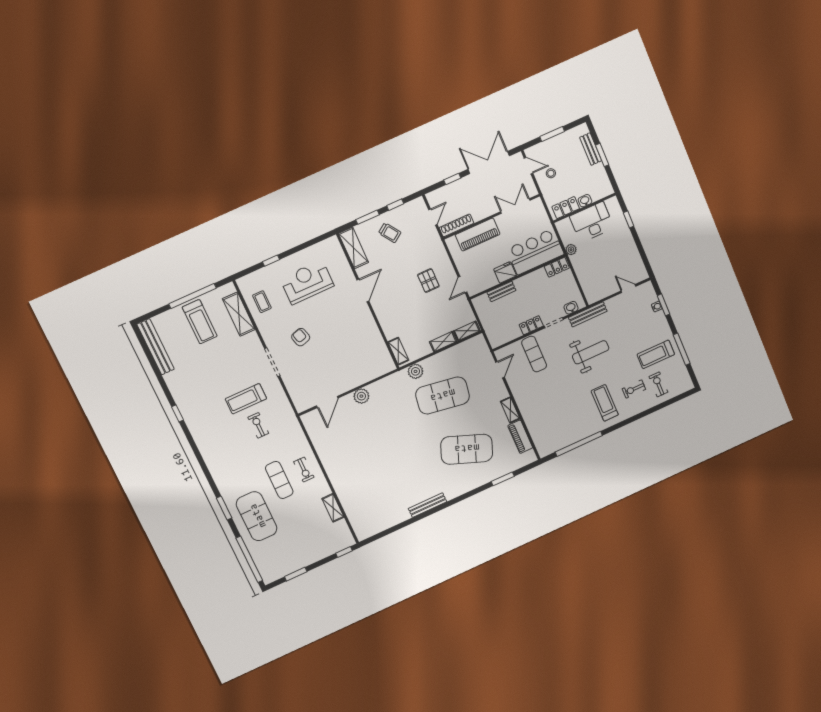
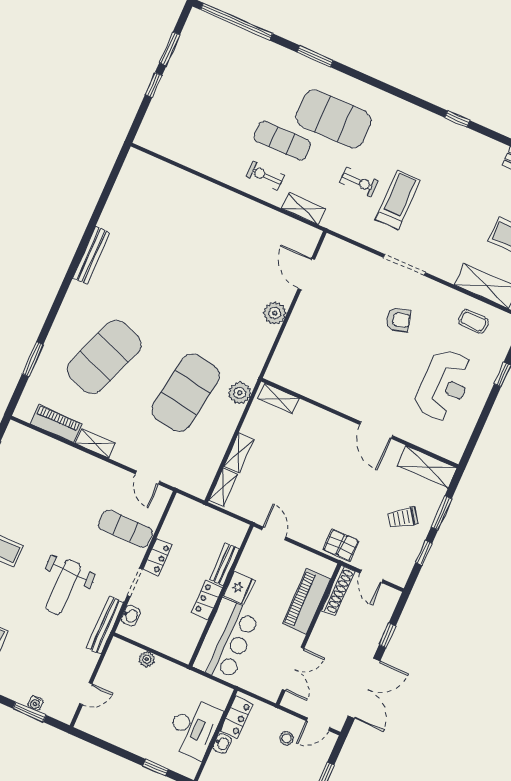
plant: (571, 250) -> (147, 659), moved
locker: (557, 267) -> (207, 600), moved
pallet: (428, 281) -> (341, 545), moved
shelving: (333, 508) -> (304, 209), moved
exercise mat: (257, 516) -> (334, 119), moved
window: (344, 552) -> (154, 85), moved

